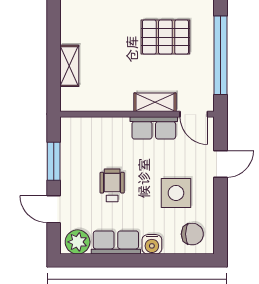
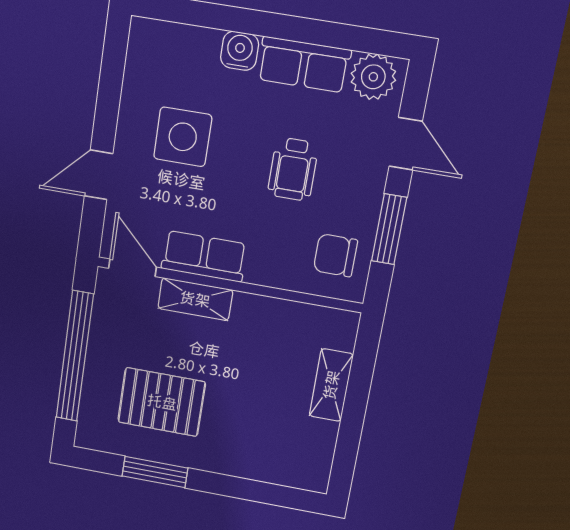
chair: (192, 234) -> (335, 255), moved

